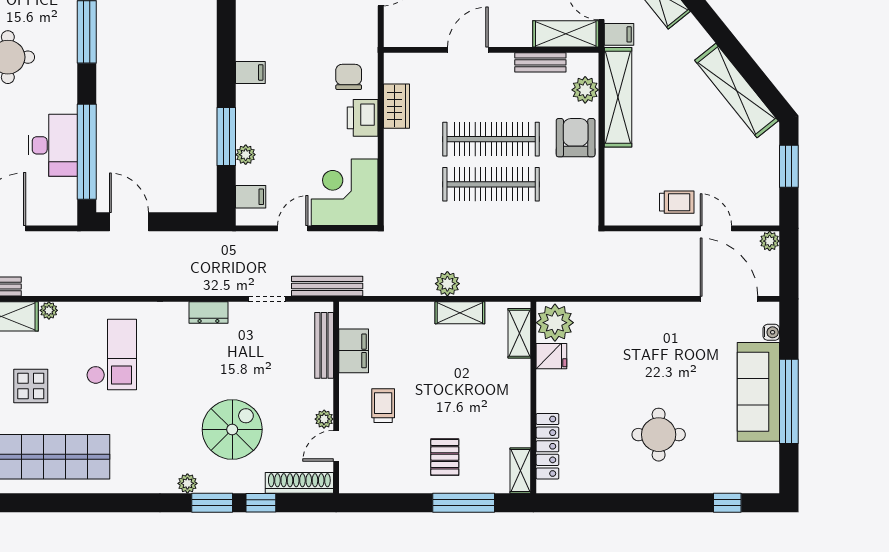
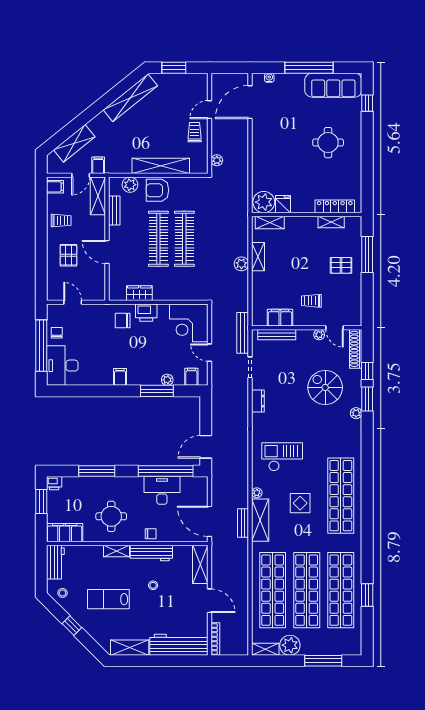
shelving: (618, 97) -> (161, 166), moved
plant: (770, 241) -> (217, 160), moved
sofa: (758, 392) -> (333, 85), moved
shelving: (520, 471) -> (331, 222), moved

